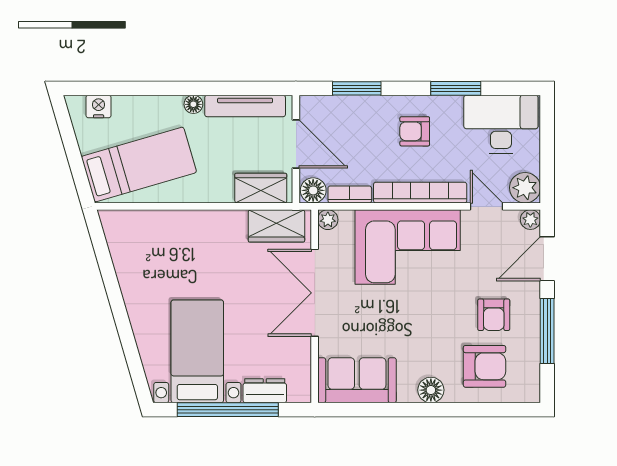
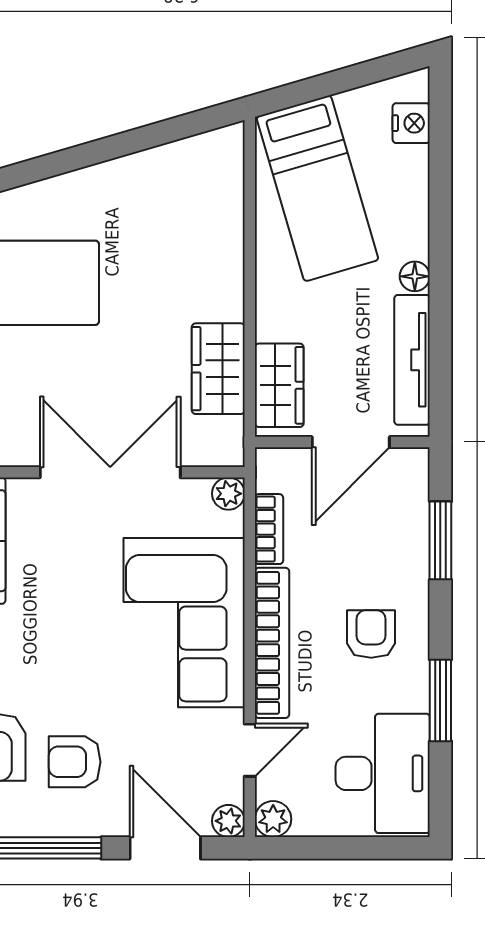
plant: (525, 188) -> (273, 819), width x0.73, depth x0.73
floor lamp: (313, 190) -> (276, 470), removed
wardrobe: (276, 226) -> (218, 369), moved

